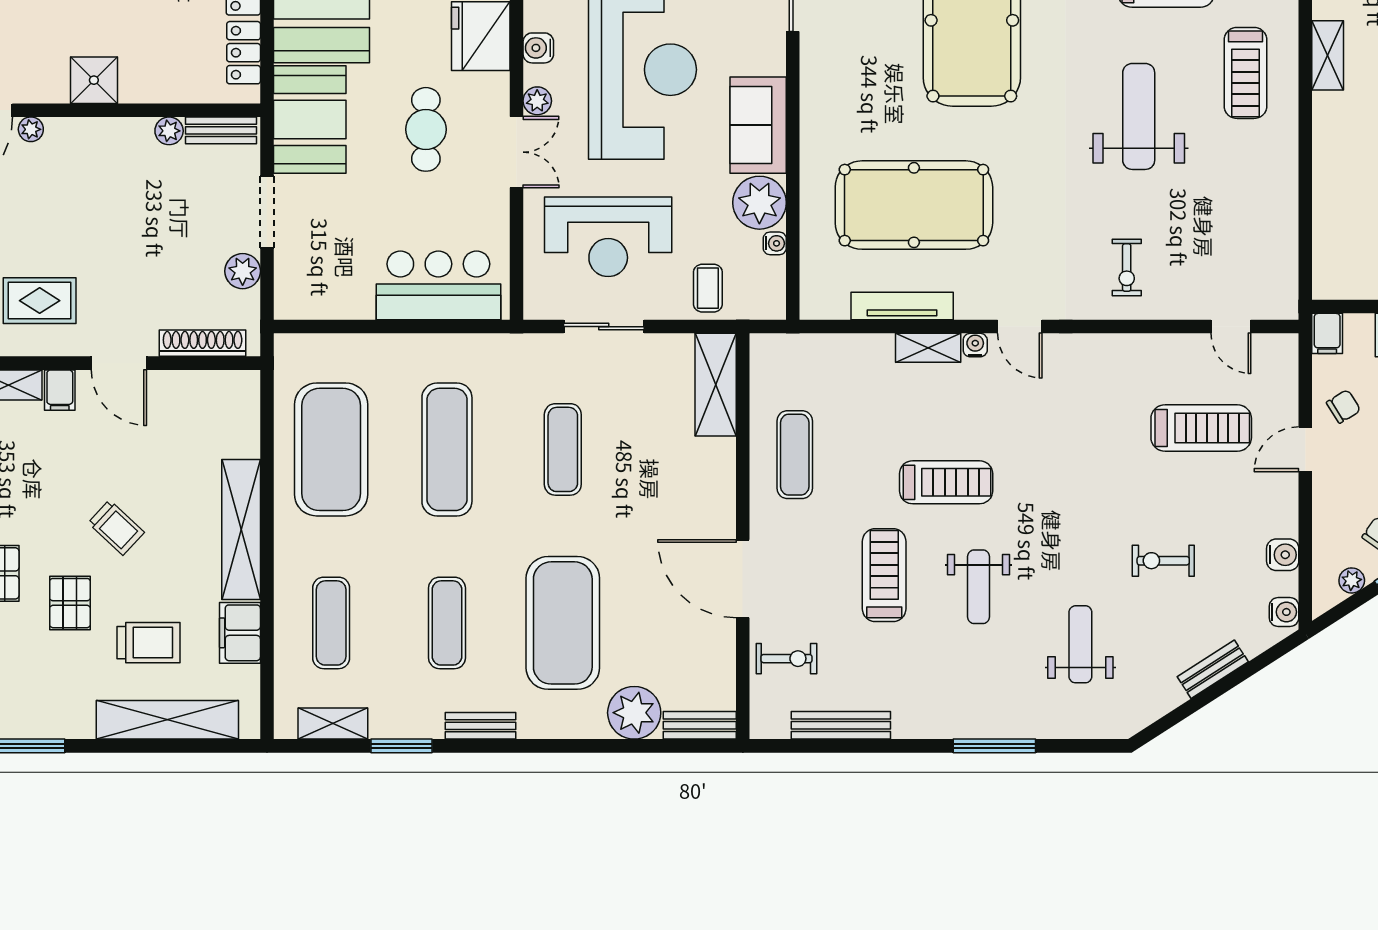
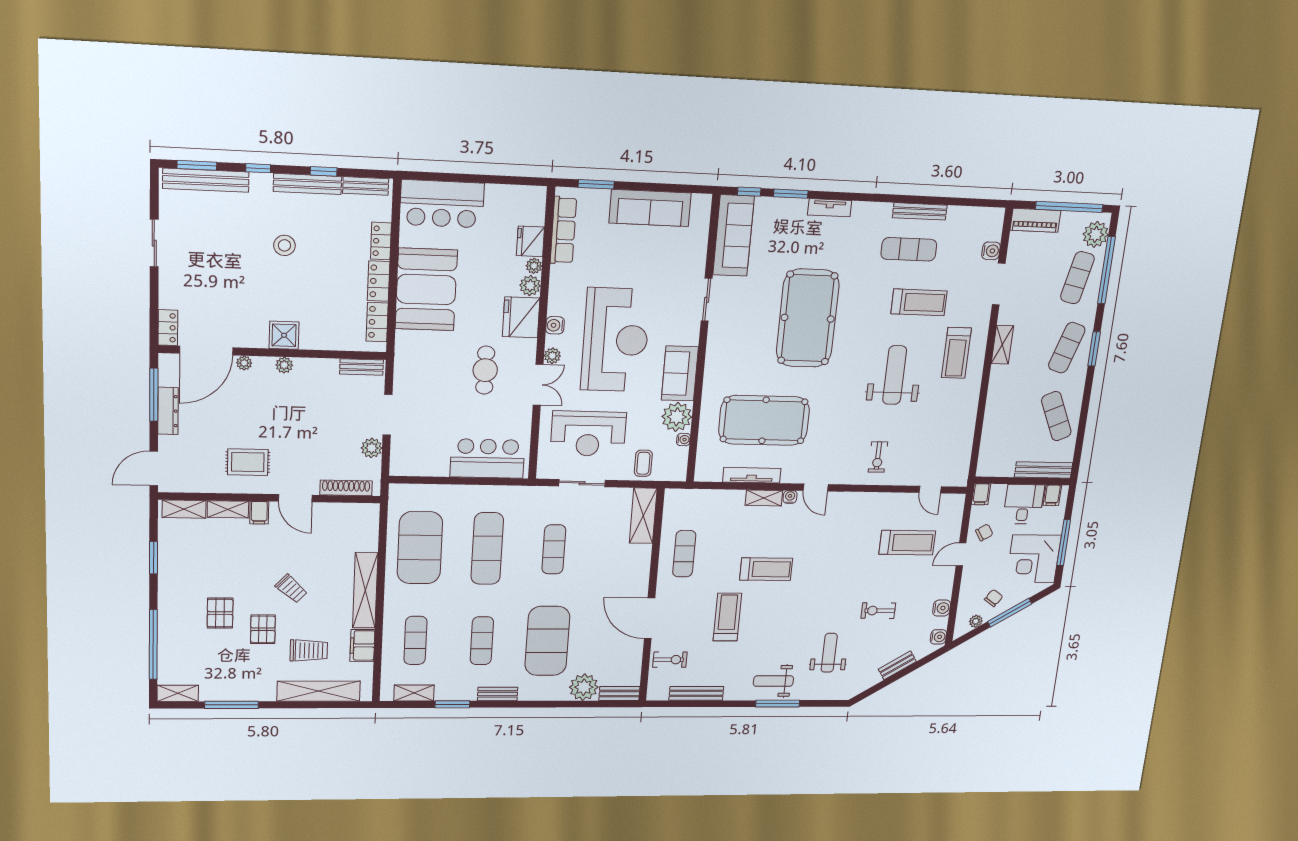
booth: (310, 119) -> (416, 362), removed
plant: (169, 131) -> (284, 365), moved
weight bench: (979, 587) -> (773, 681), moved, turned 90

